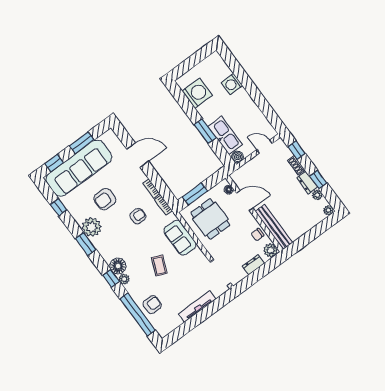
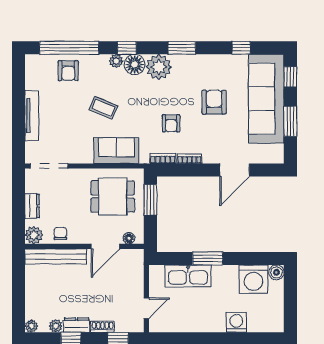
boiler: (238, 157) -> (276, 272), moved
plant: (92, 227) -> (159, 67), moved

